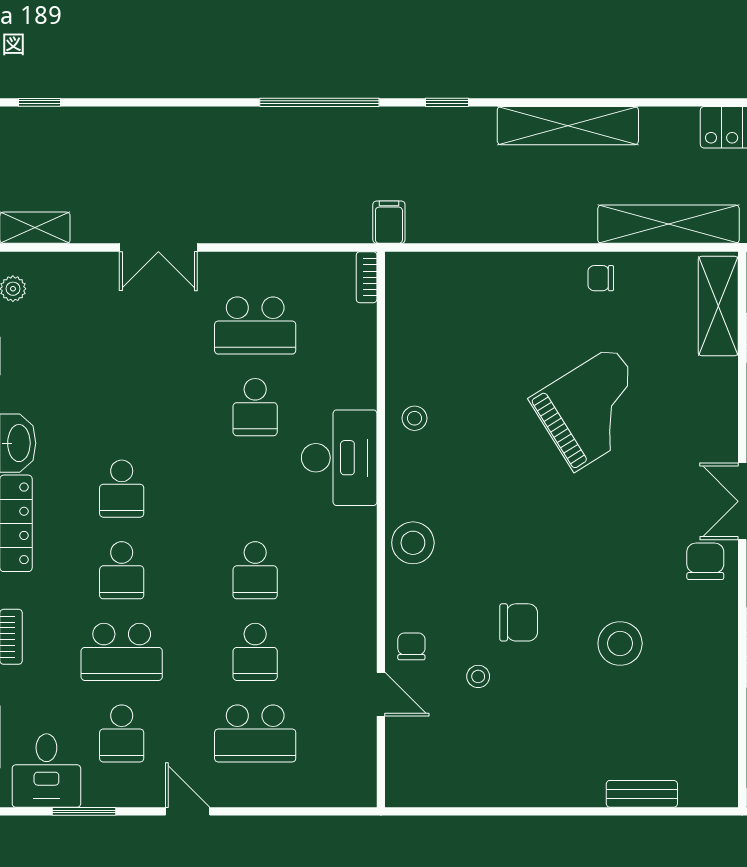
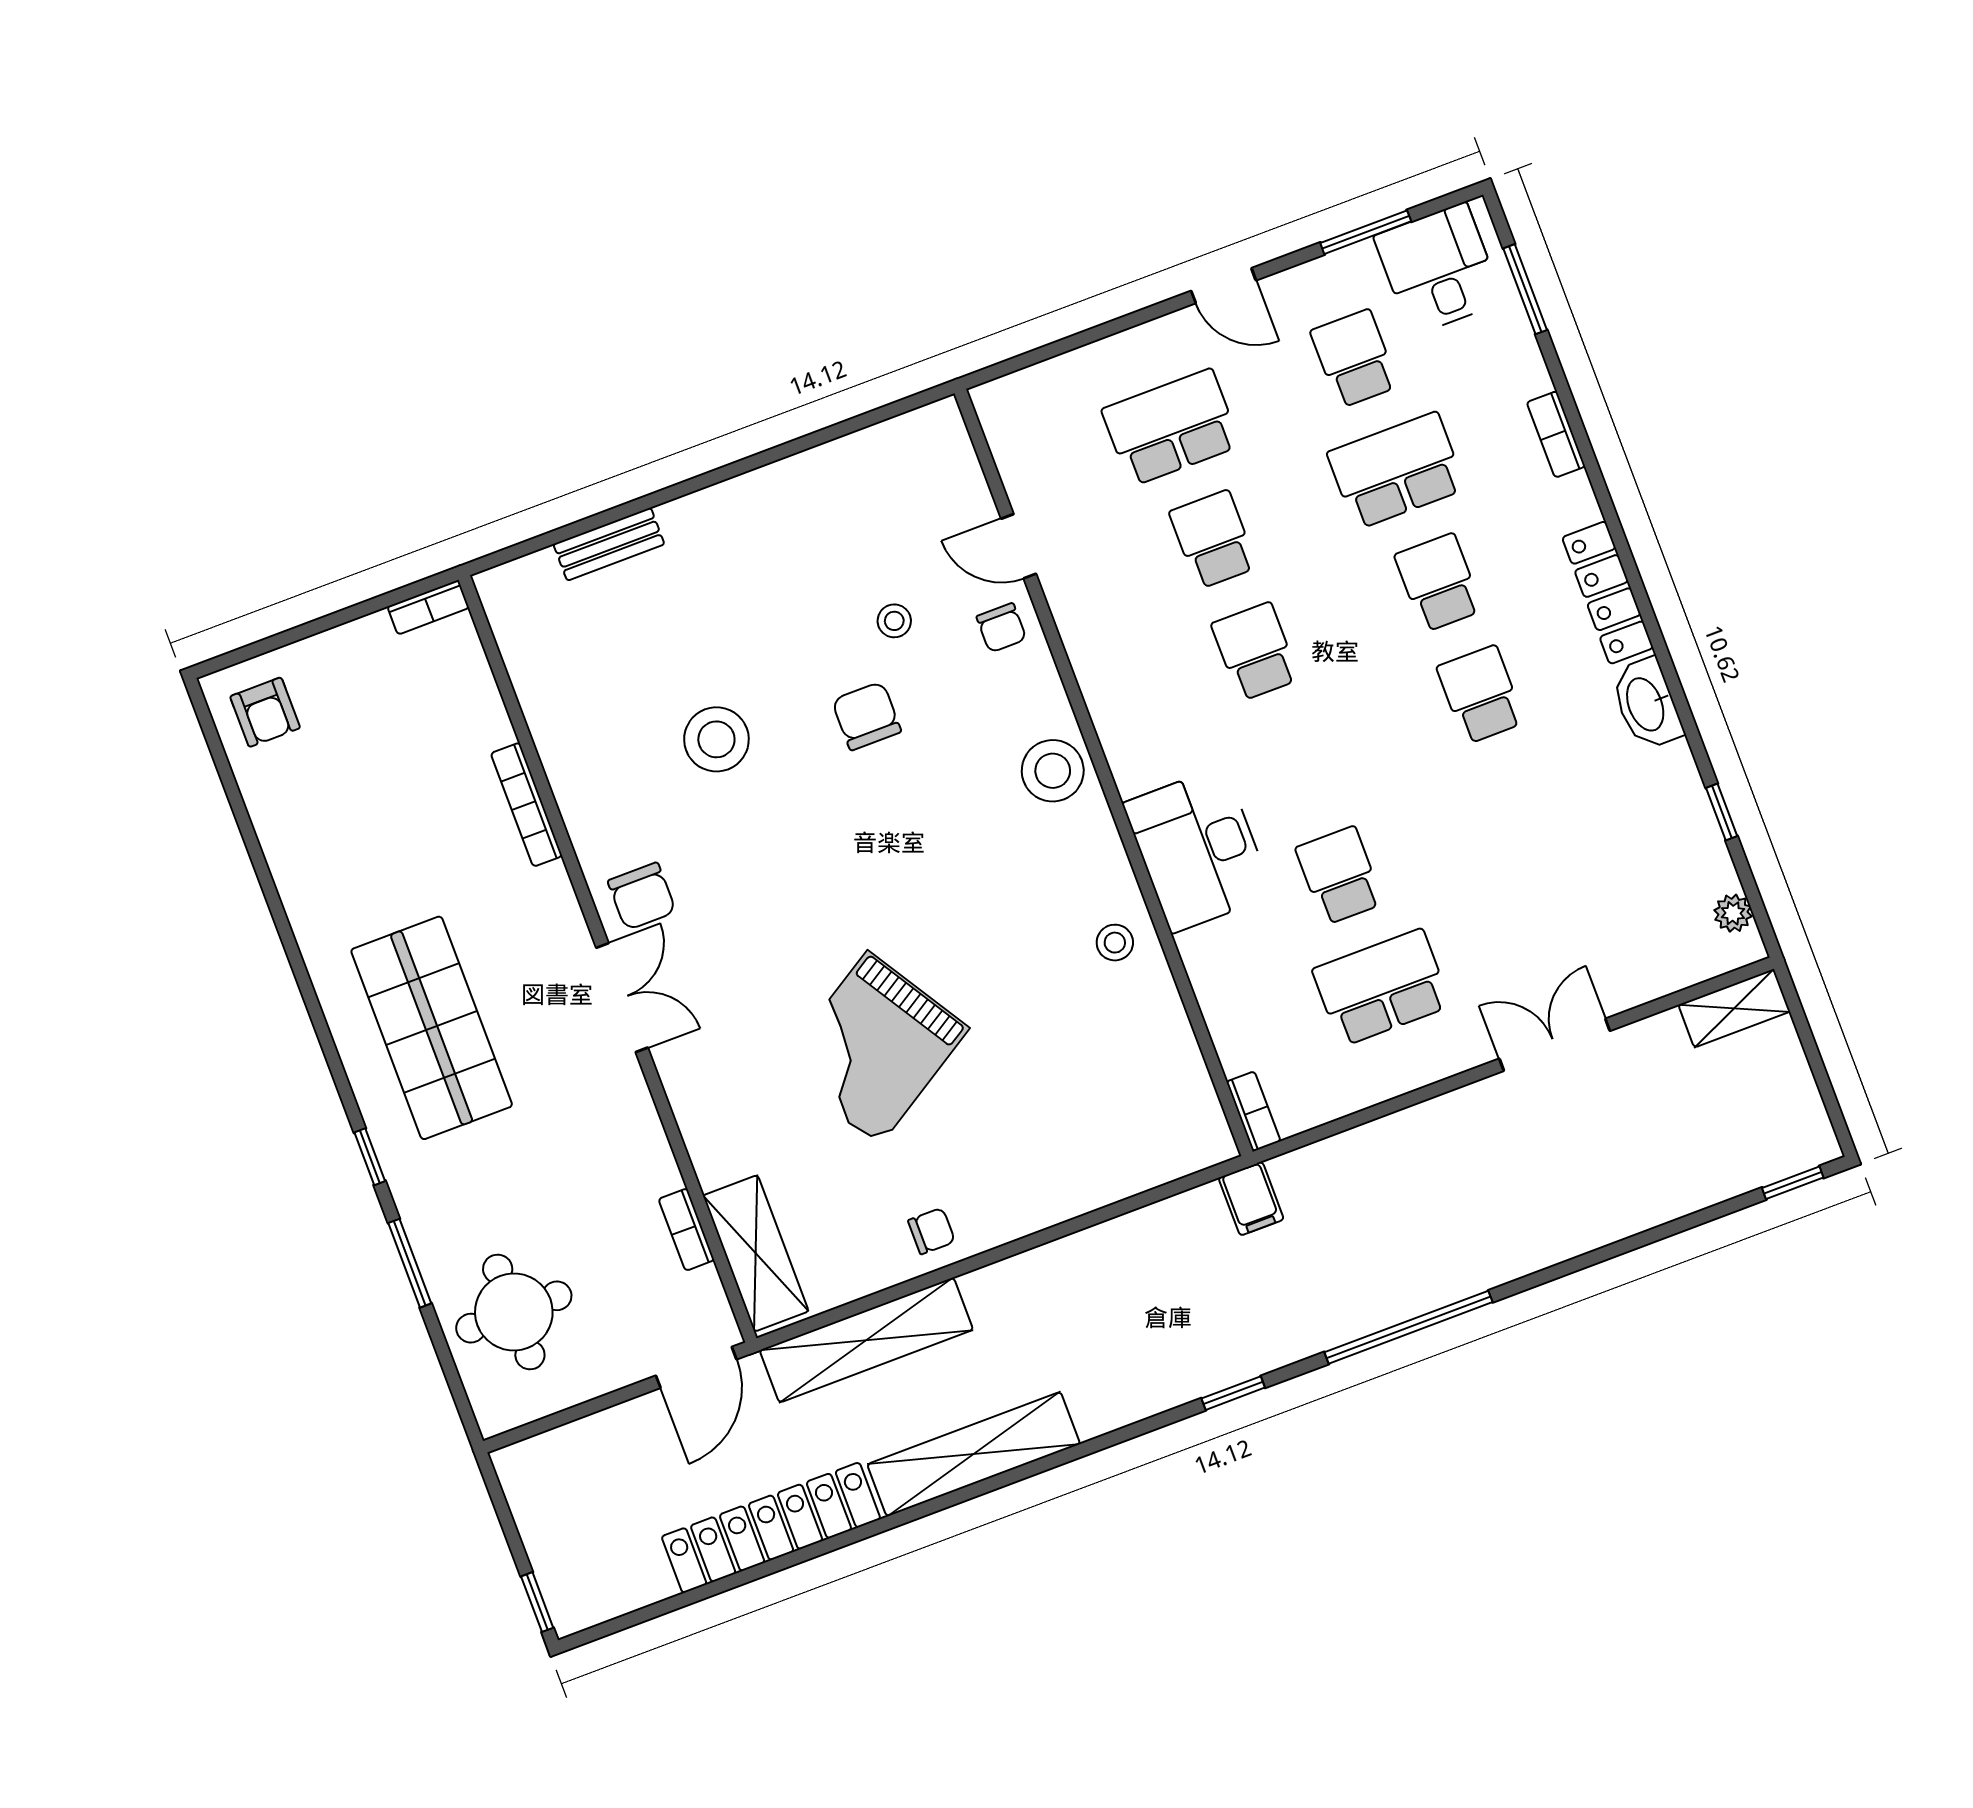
shelving: (568, 126) -> (974, 1454), moved
chair: (519, 622) -> (866, 716), turned 90

